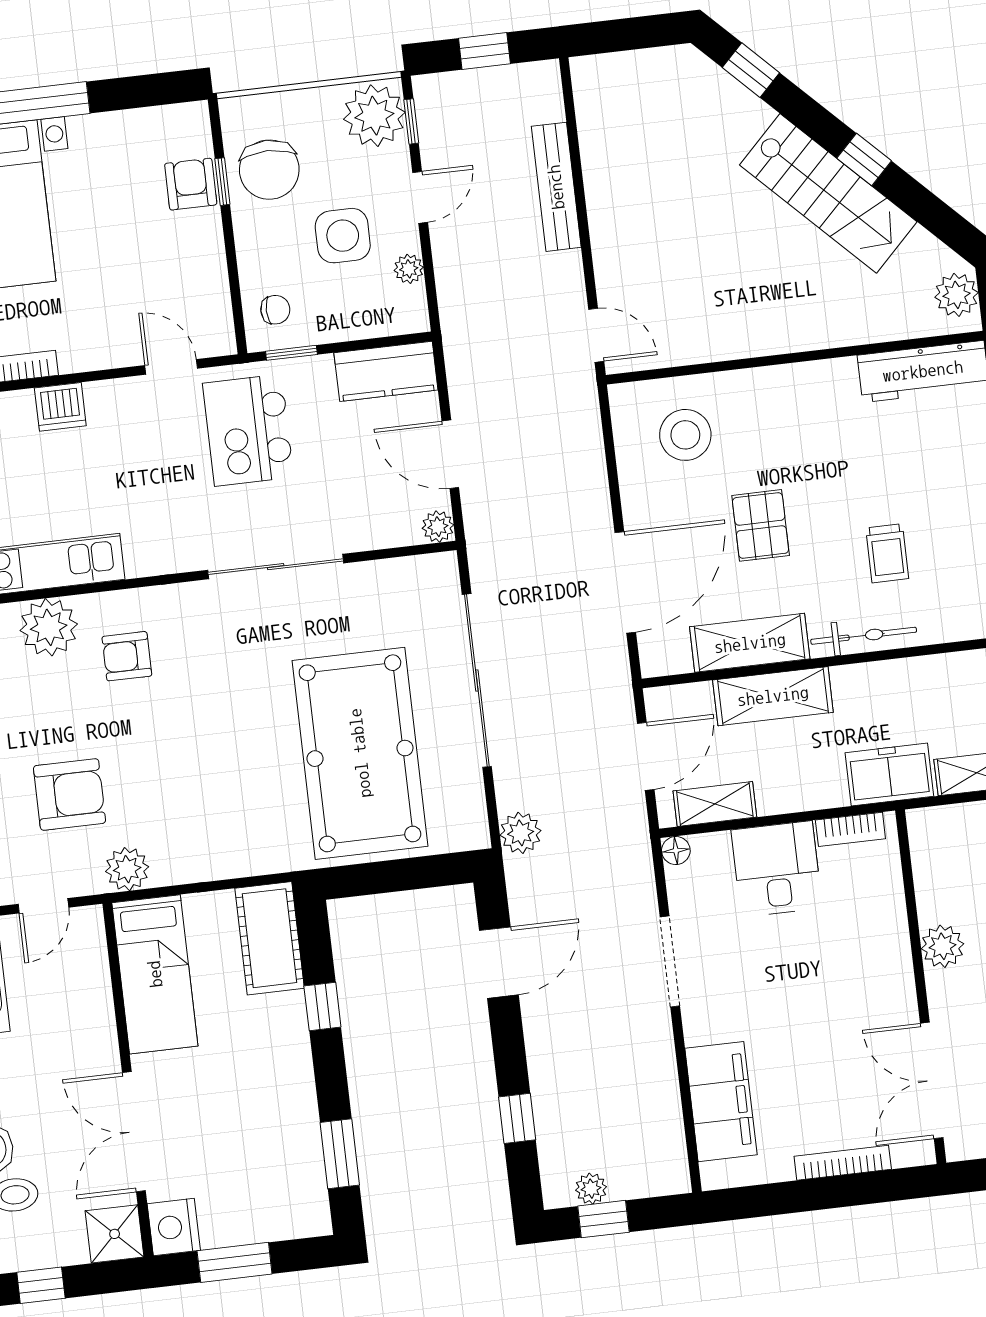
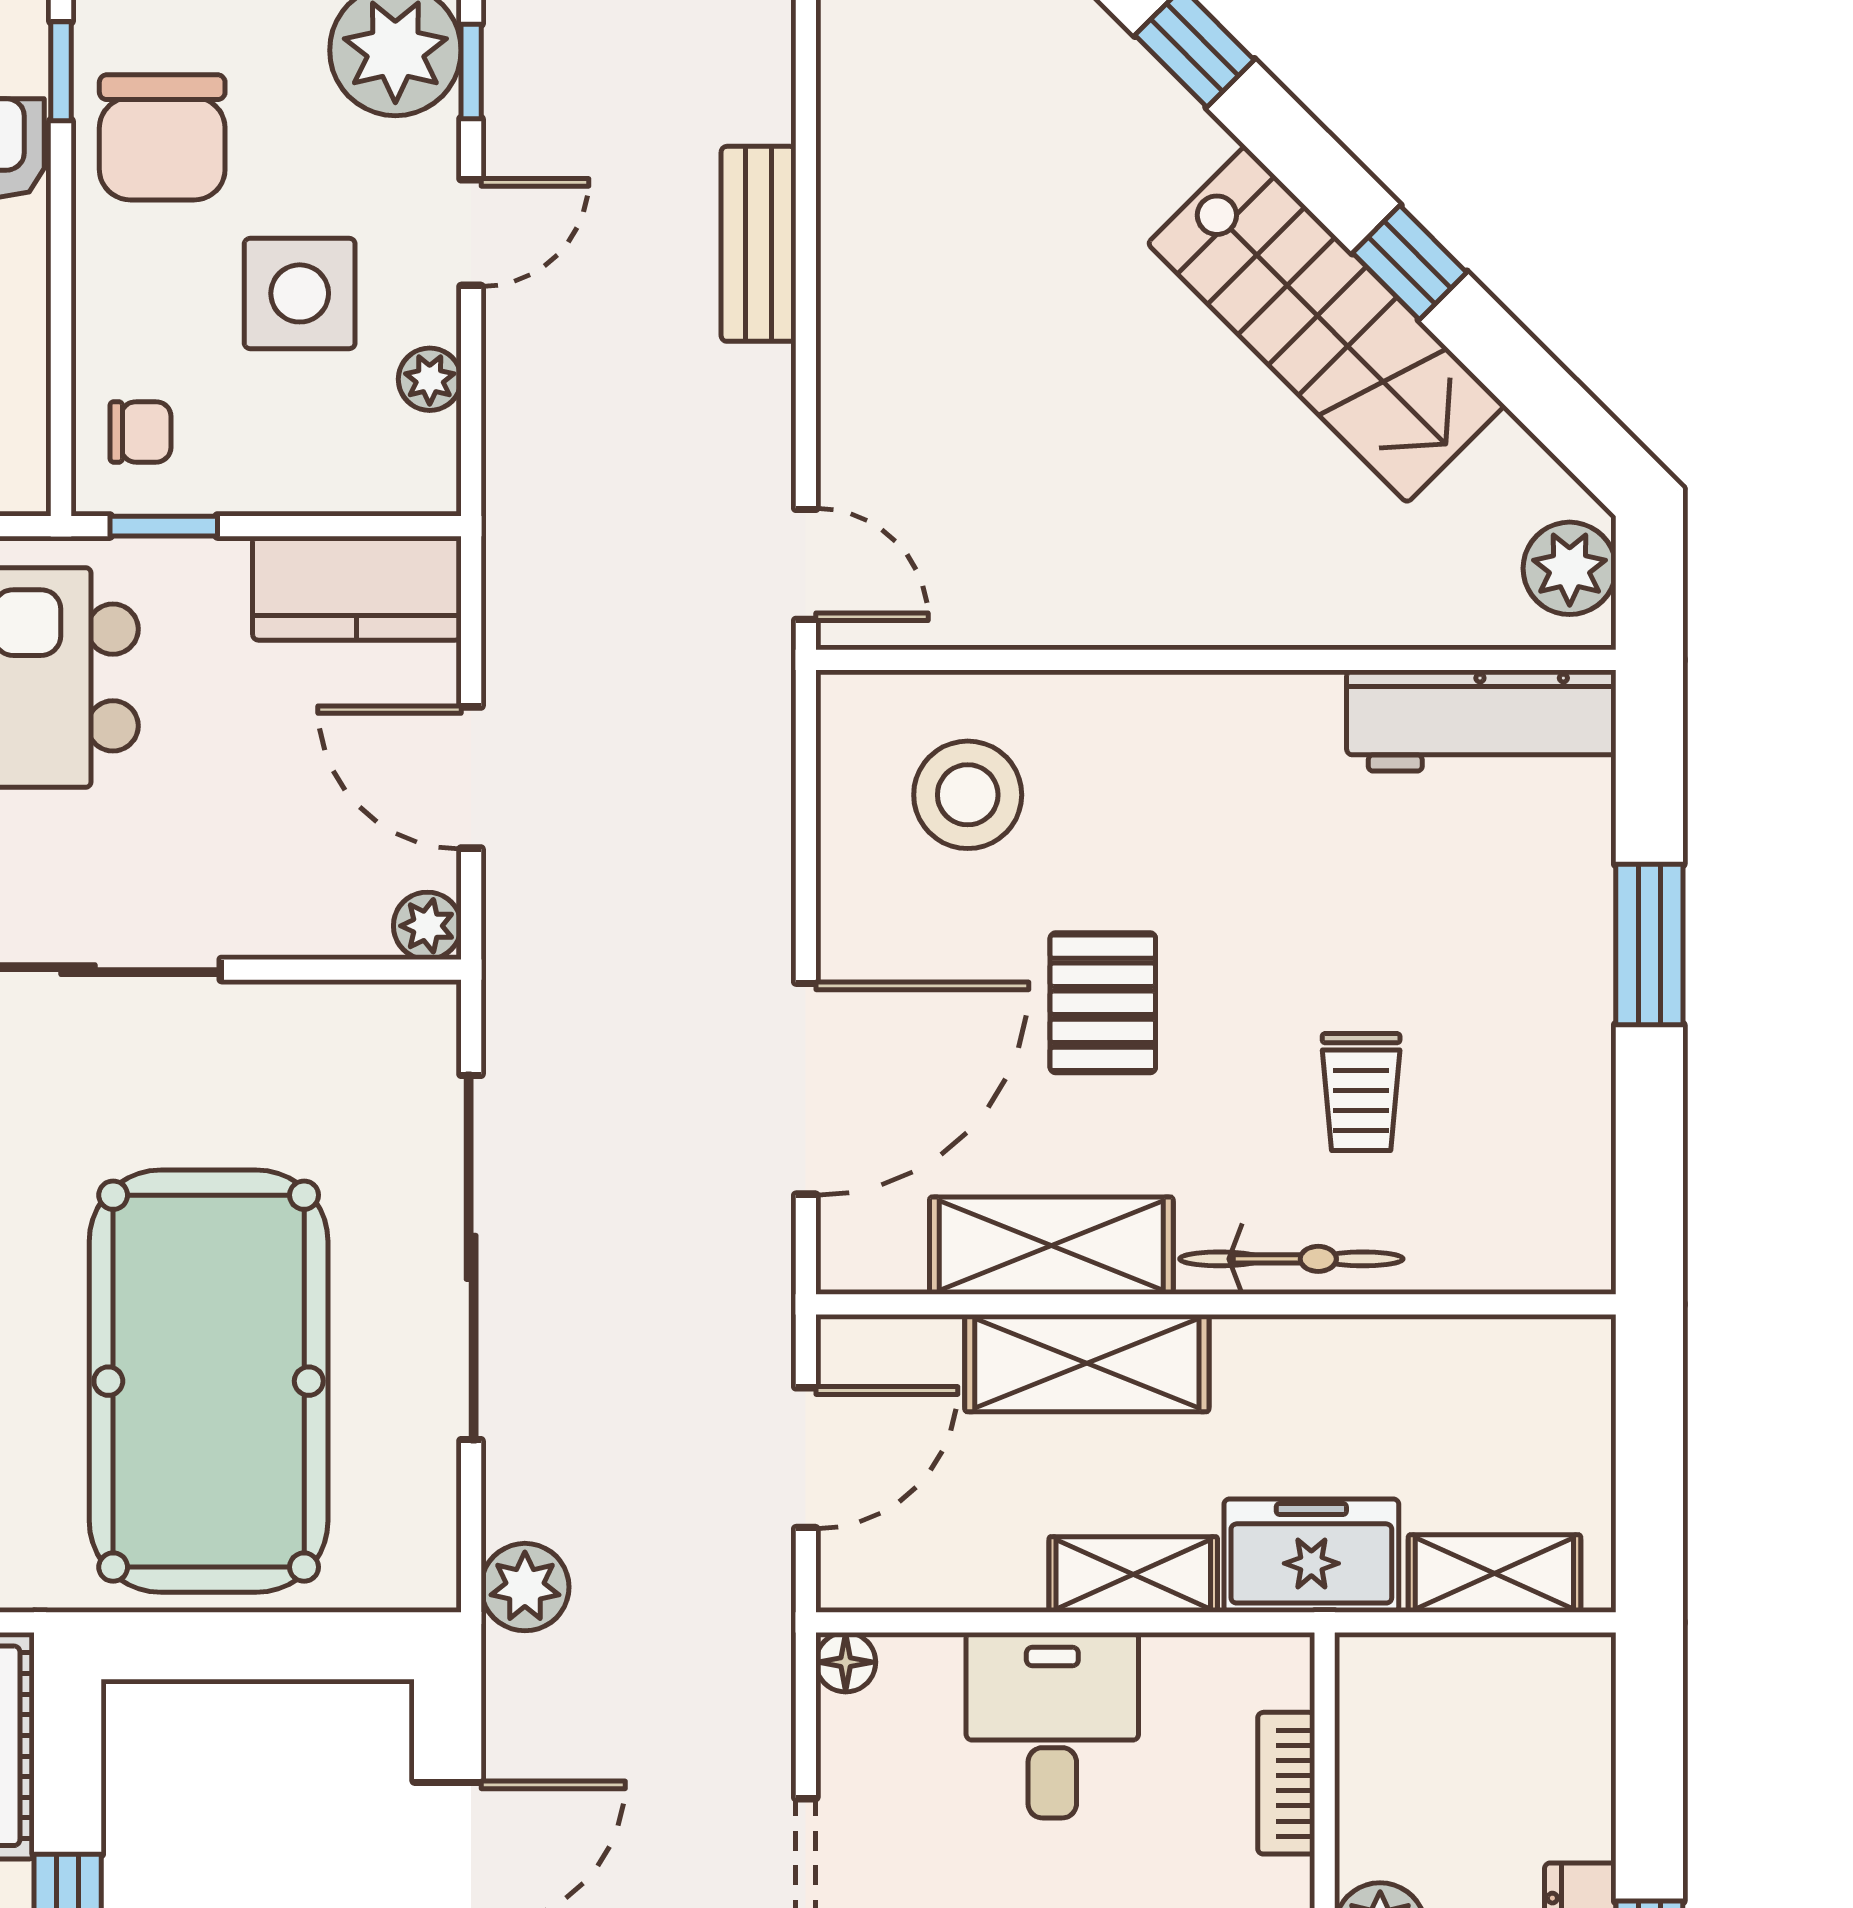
window: (222, 182) -> (61, 71), moved
bench: (556, 187) -> (759, 244), width x0.73
shelving: (715, 804) -> (1133, 1574), moved
bookcase: (850, 829) -> (1286, 1783), moved, turned 90

